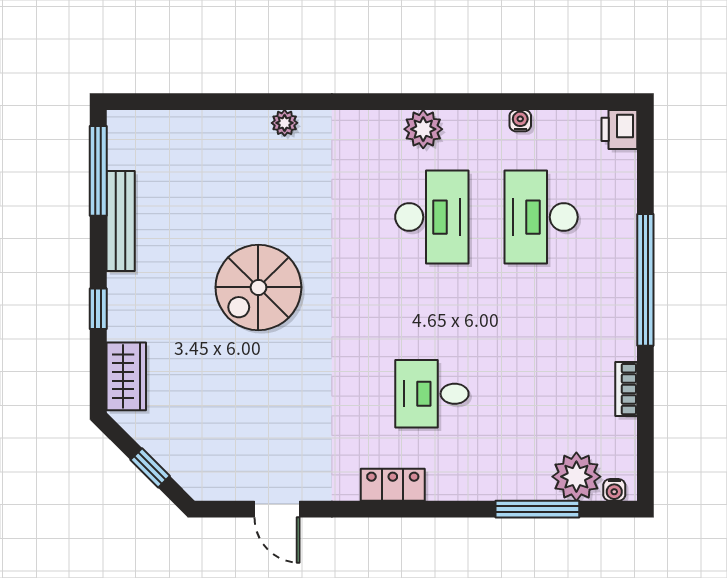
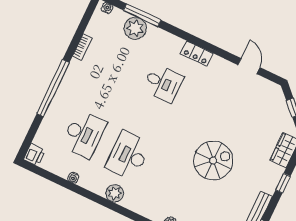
plant: (576, 477) -> (135, 28), moved

